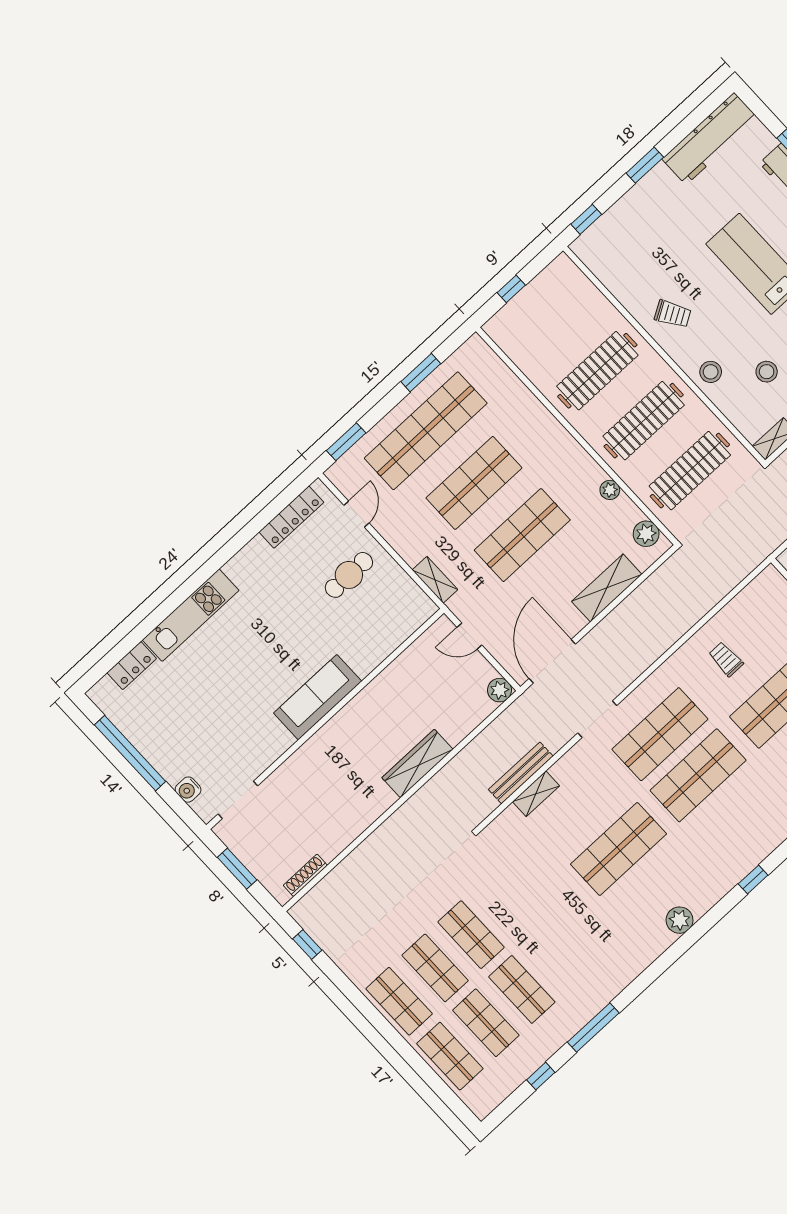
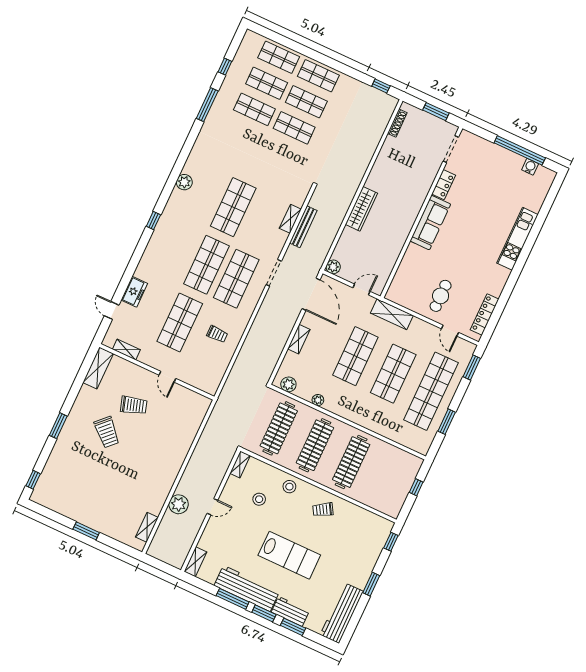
shelving: (435, 580) -> (392, 314), width x1.50, depth x1.33
shelving: (607, 588) -> (299, 339), width x0.67, depth x0.75
locker: (132, 666) -> (444, 185), moved, turned 180
water cooler: (188, 790) -> (530, 167), moved

